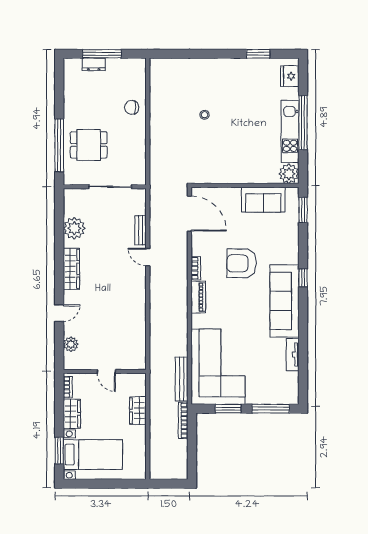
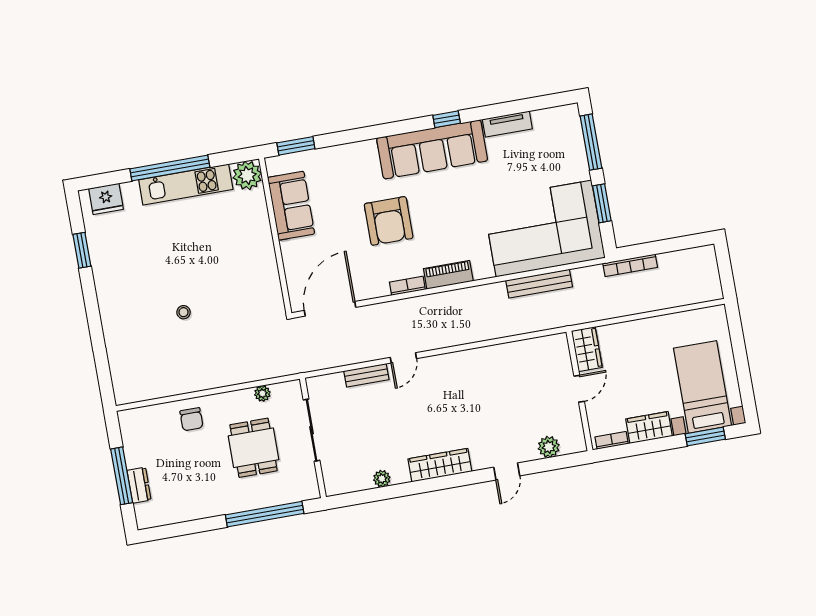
dining table: (89, 145) -> (254, 448), moved
plant: (141, 158) -> (262, 393), added
plant: (74, 228) -> (382, 479), width x0.53, depth x0.53
window: (303, 278) -> (447, 119), moved
door: (59, 313) -> (507, 472), swing flipped
bench: (182, 379) -> (539, 284), moved
wardrobe: (138, 411) -> (587, 349), moved, turned -90

